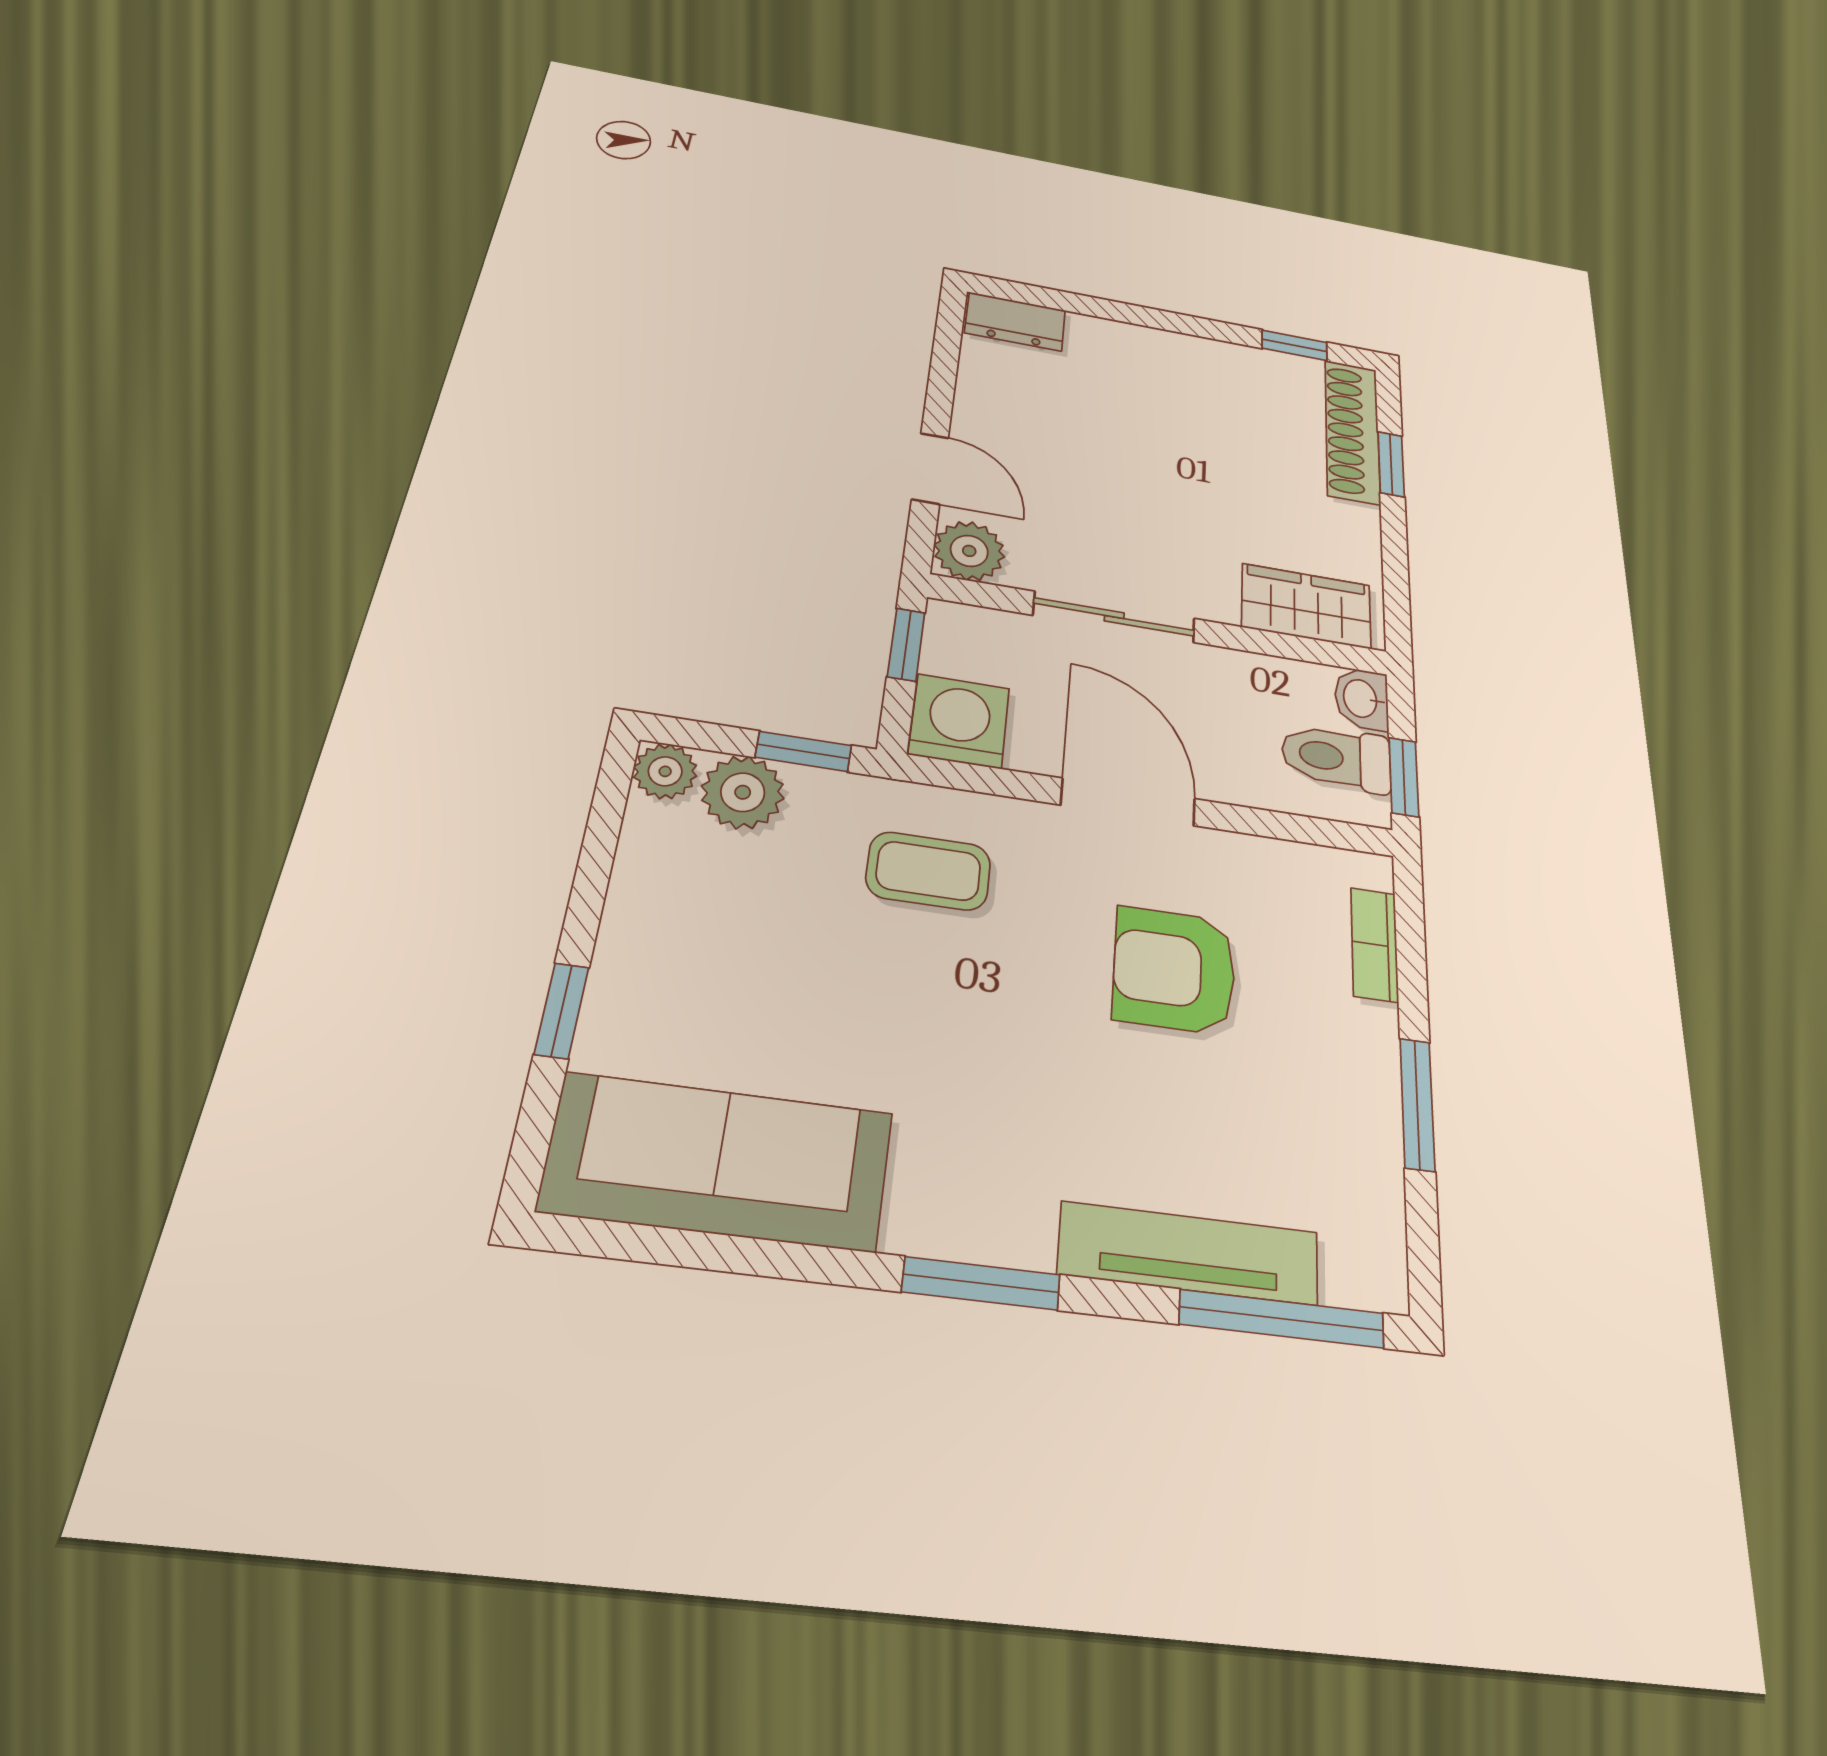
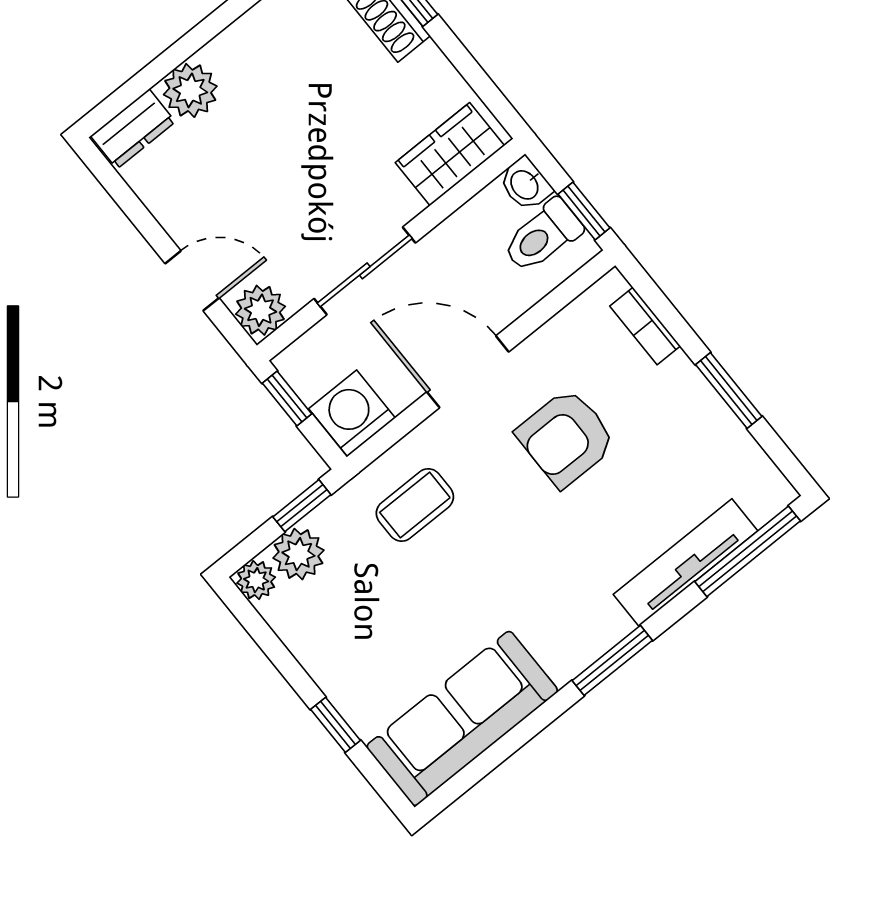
plant: (1102, 344) -> (190, 90), added

